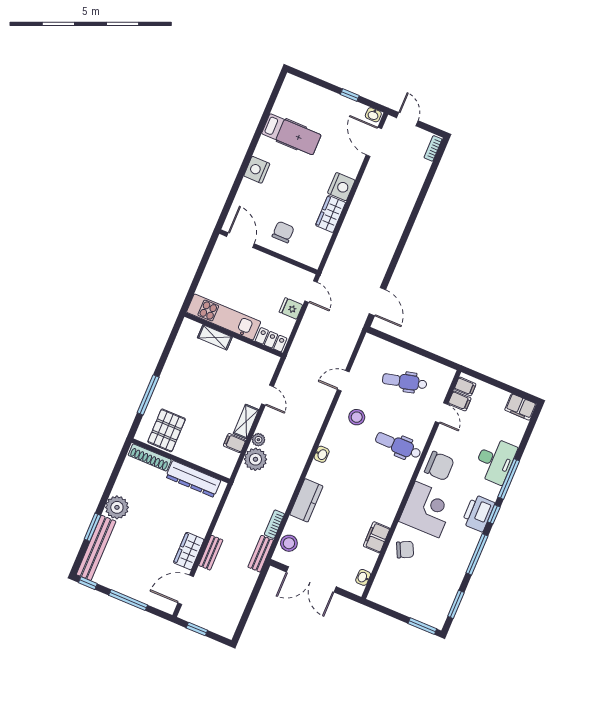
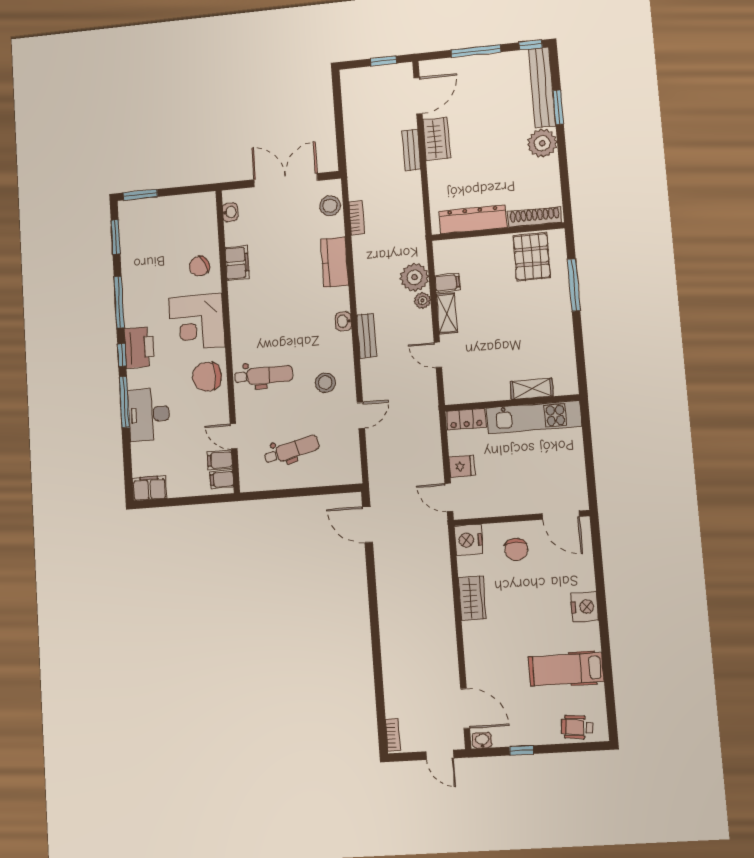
wheelchair: (304, 92) -> (577, 727), added
nightstand: (341, 187) -> (469, 540), moved
bench: (261, 554) -> (367, 336), moved

